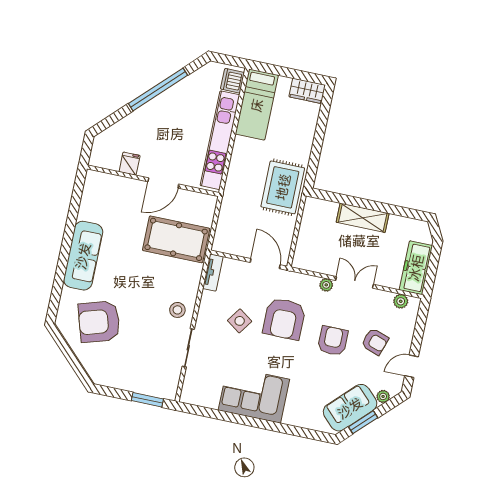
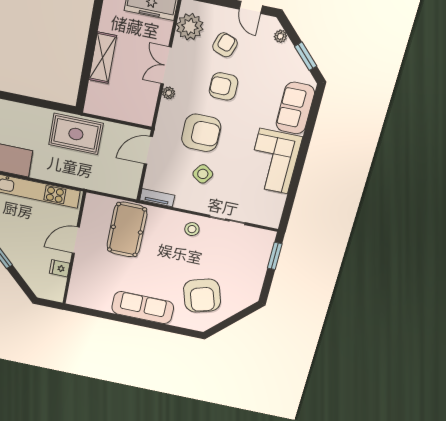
door: (163, 183) -> (76, 240), swing flipped
plant: (401, 301) -> (190, 27), width x1.88, depth x1.88
sofa: (350, 408) -> (295, 108), moved, turned 45

